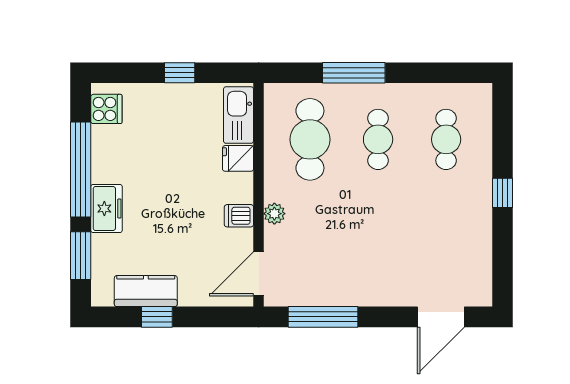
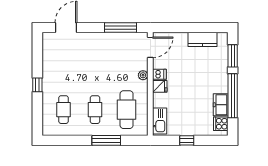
fridge: (238, 158) -> (160, 86), moved
freezer: (106, 209) -> (221, 105), moved
window: (157, 317) -> (197, 27), removed

